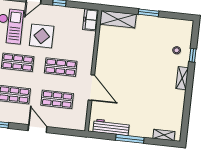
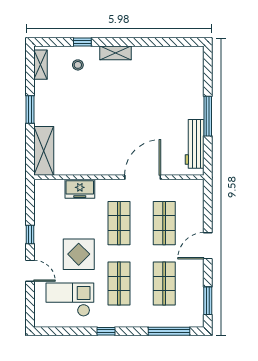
freezer: (91, 20) -> (80, 189), moved
shelving: (164, 135) -> (41, 65), moved

